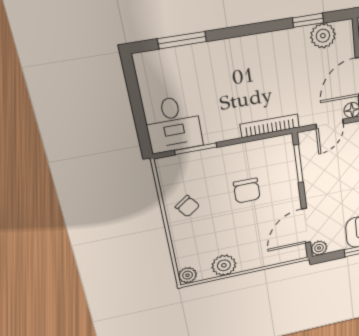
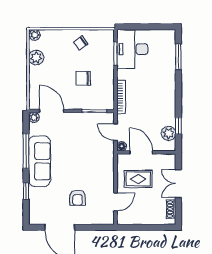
desk: (173, 124) -> (132, 49), width x1.37

